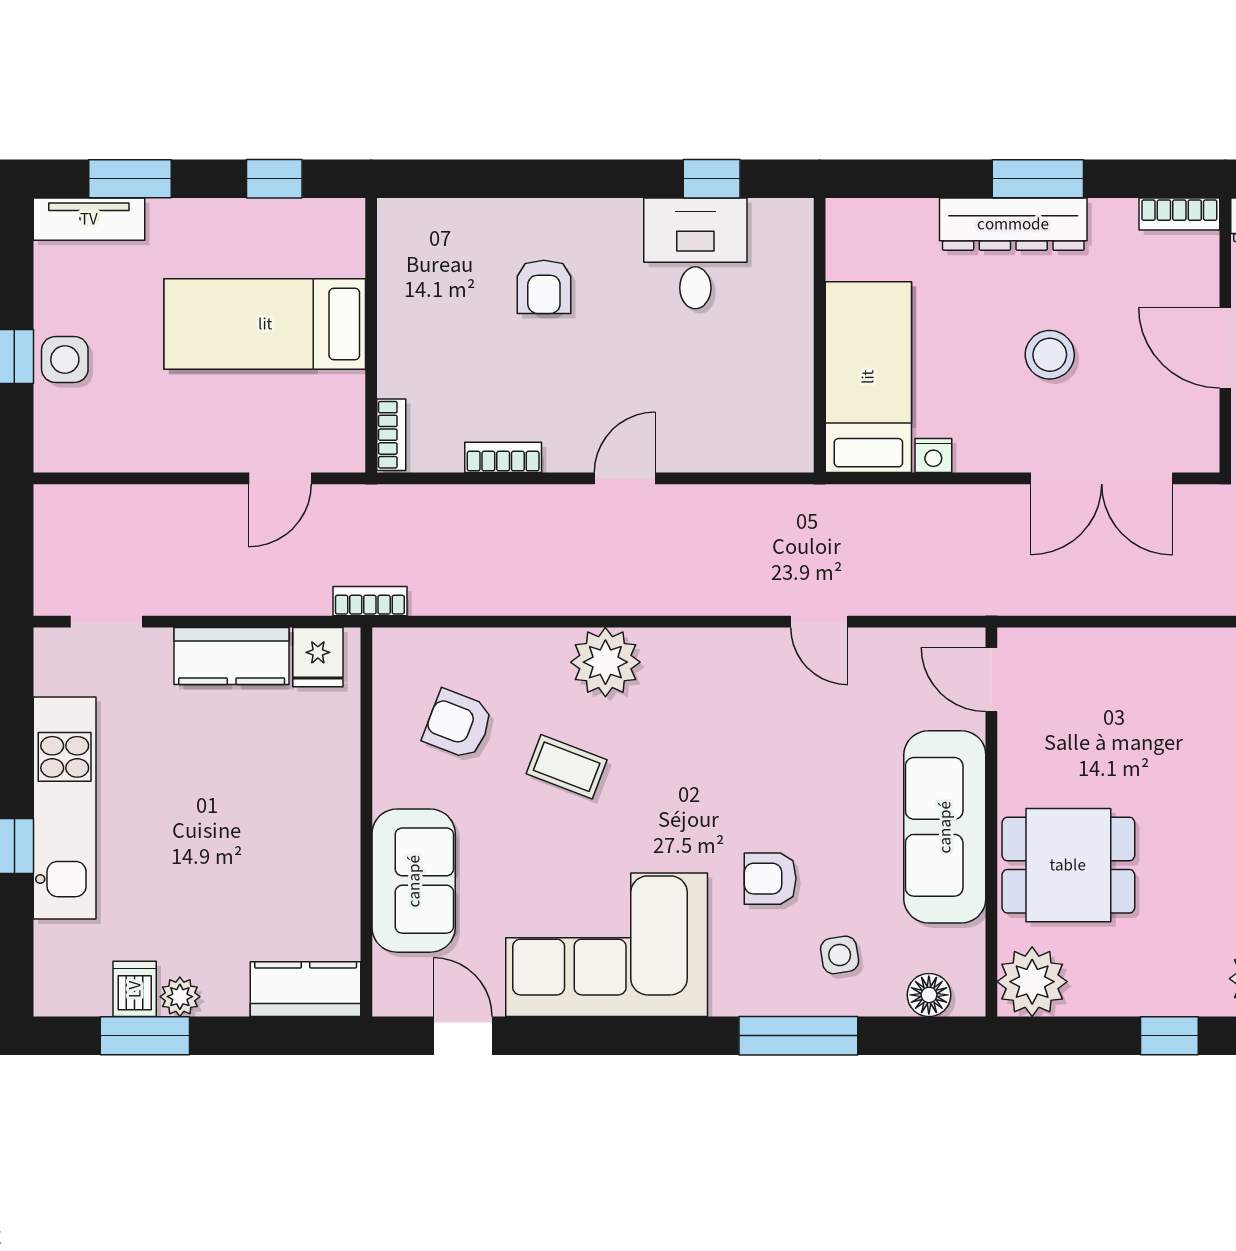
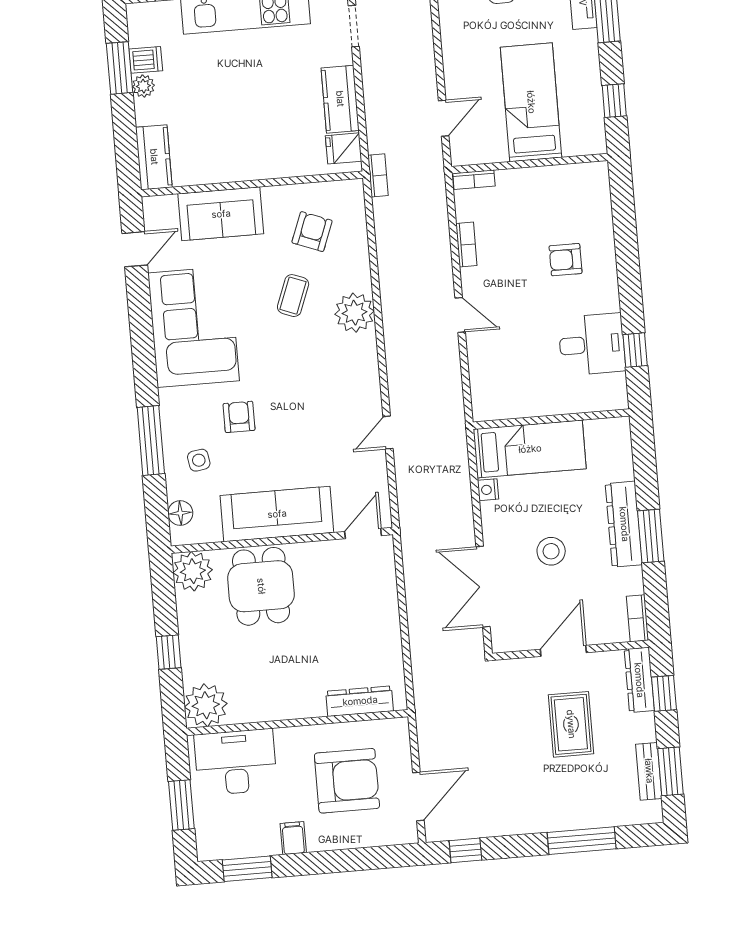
door: (280, 478) -> (444, 118), swing flipped

